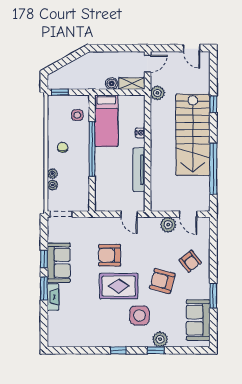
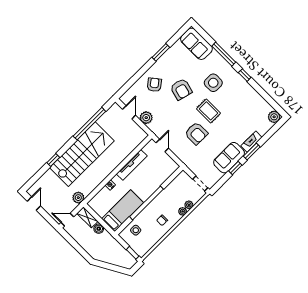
rug: (119, 286) -> (208, 111), width x0.73, depth x0.70
sofa: (198, 320) -> (196, 44), moved, turned 90
plant: (160, 339) -> (274, 117), moved
window: (156, 350) -> (224, 54), width x2.17

